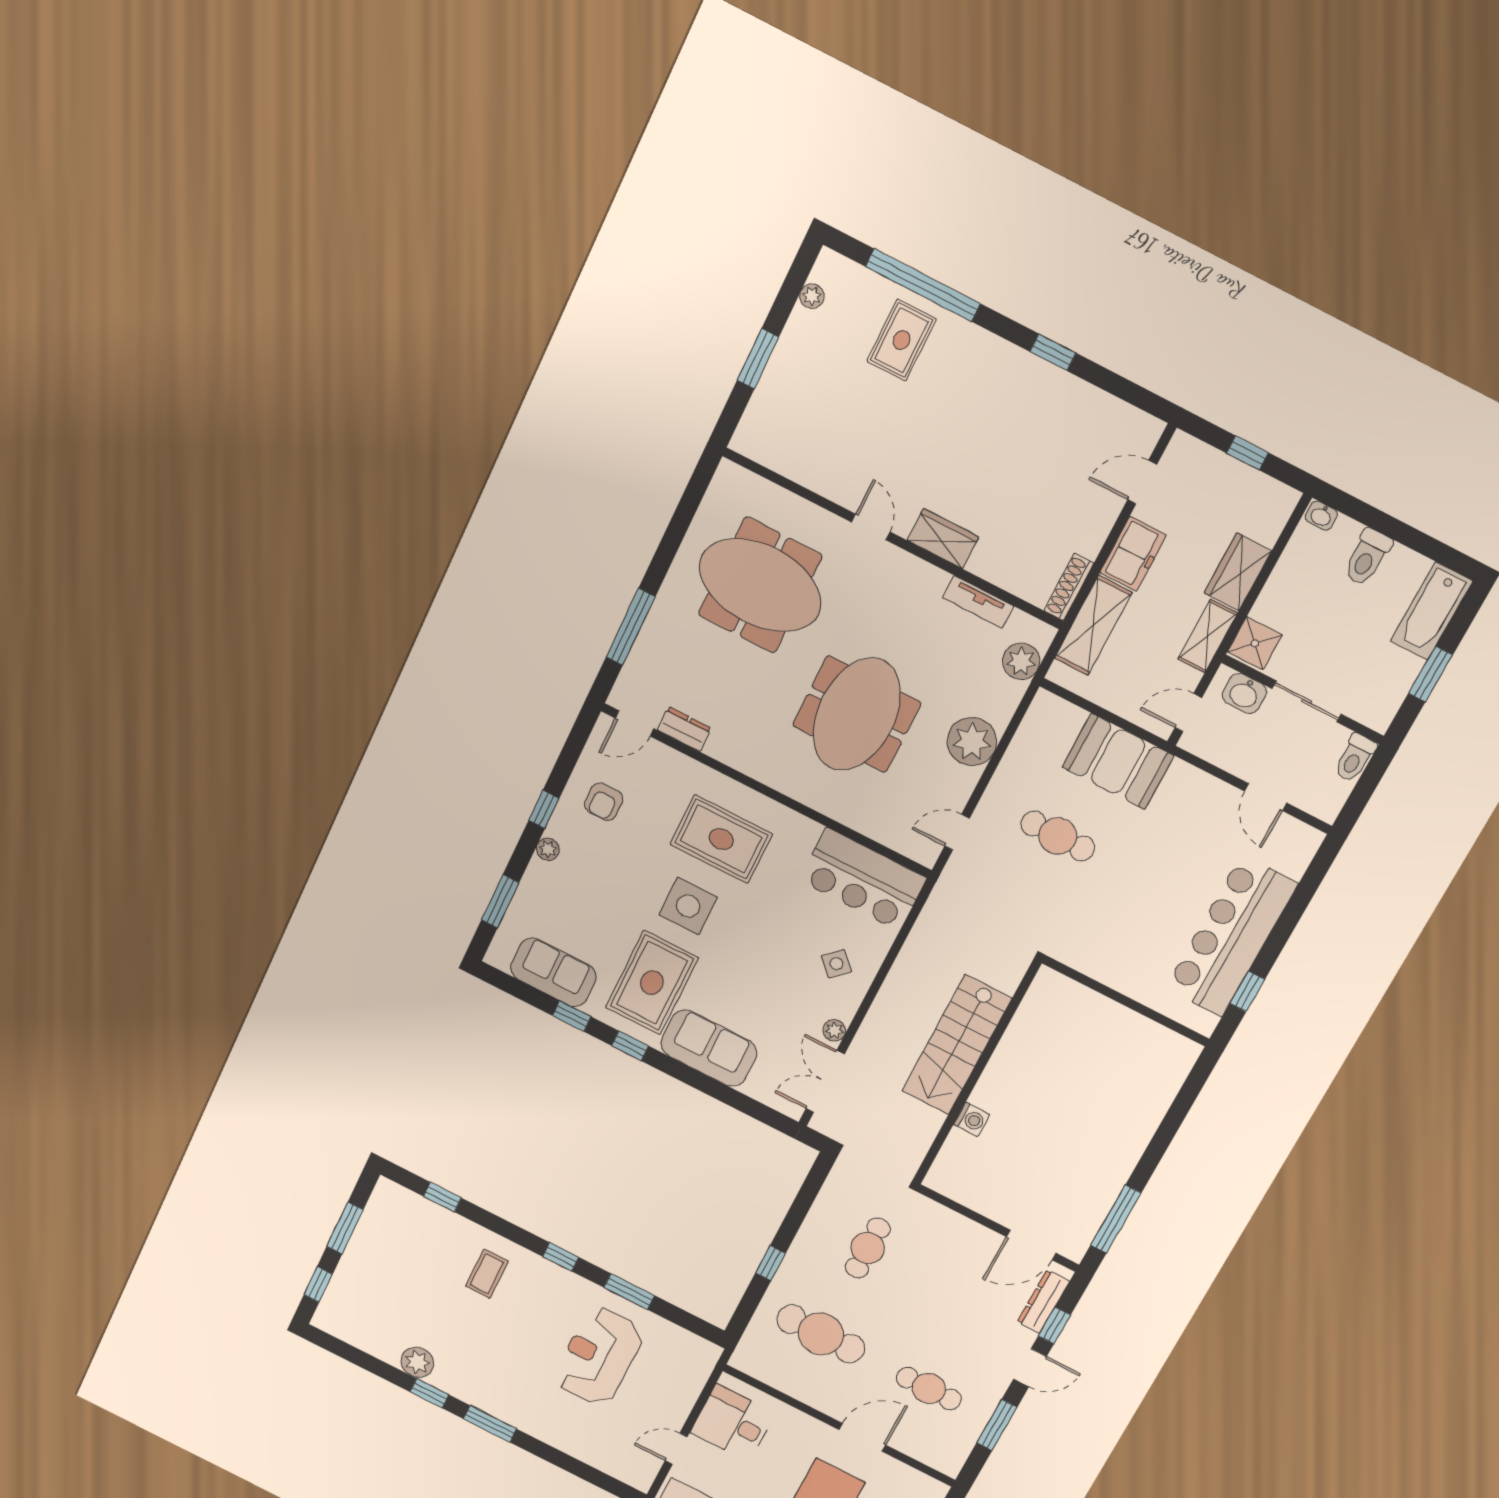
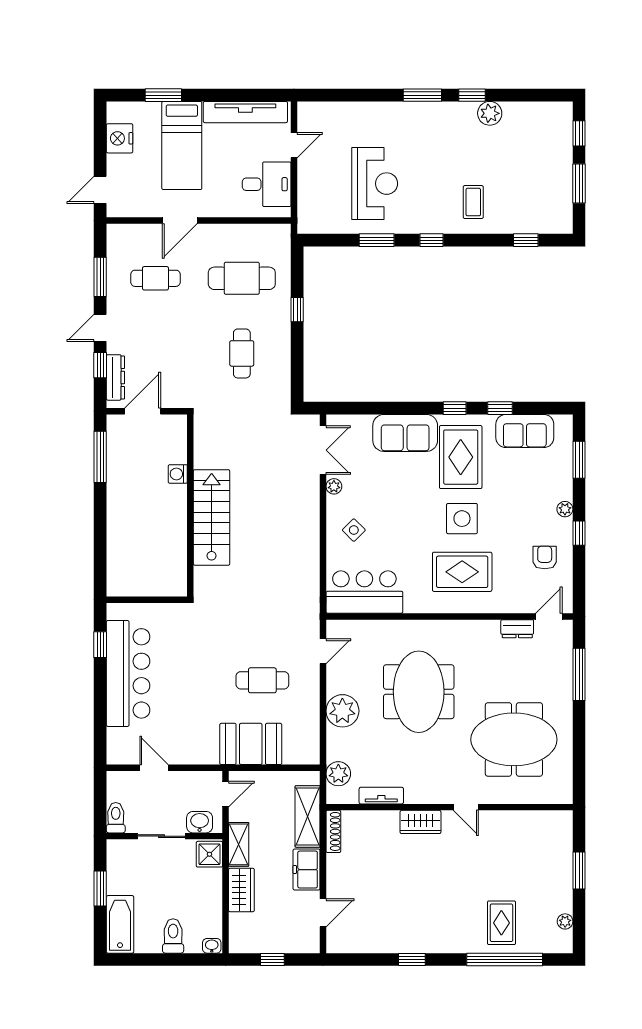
stairs: (957, 1045) -> (212, 517), moved
wall: (976, 1073) -> (190, 506), moved
washing machine: (972, 1119) -> (178, 474), moved

